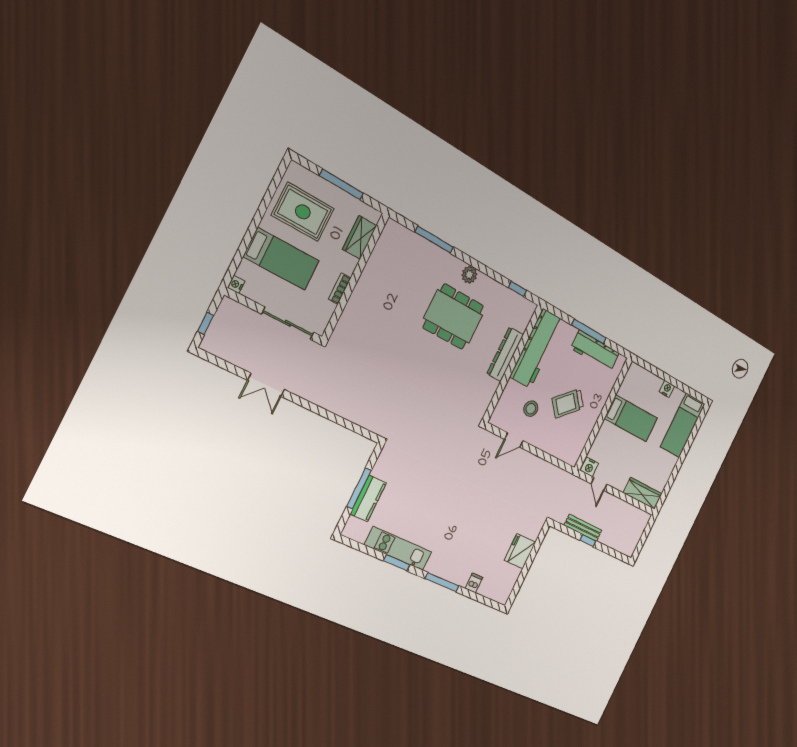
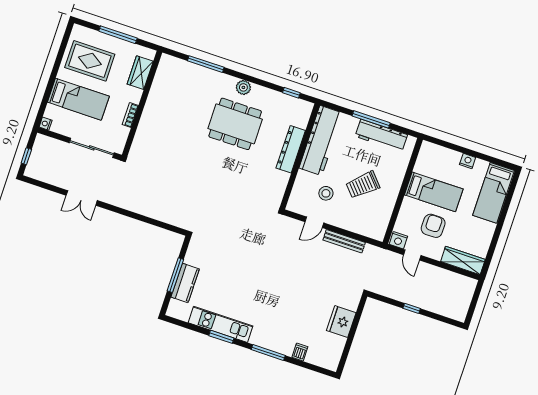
armchair: (624, 455) -> (433, 226), added
bench: (583, 528) -> (344, 241), moved

